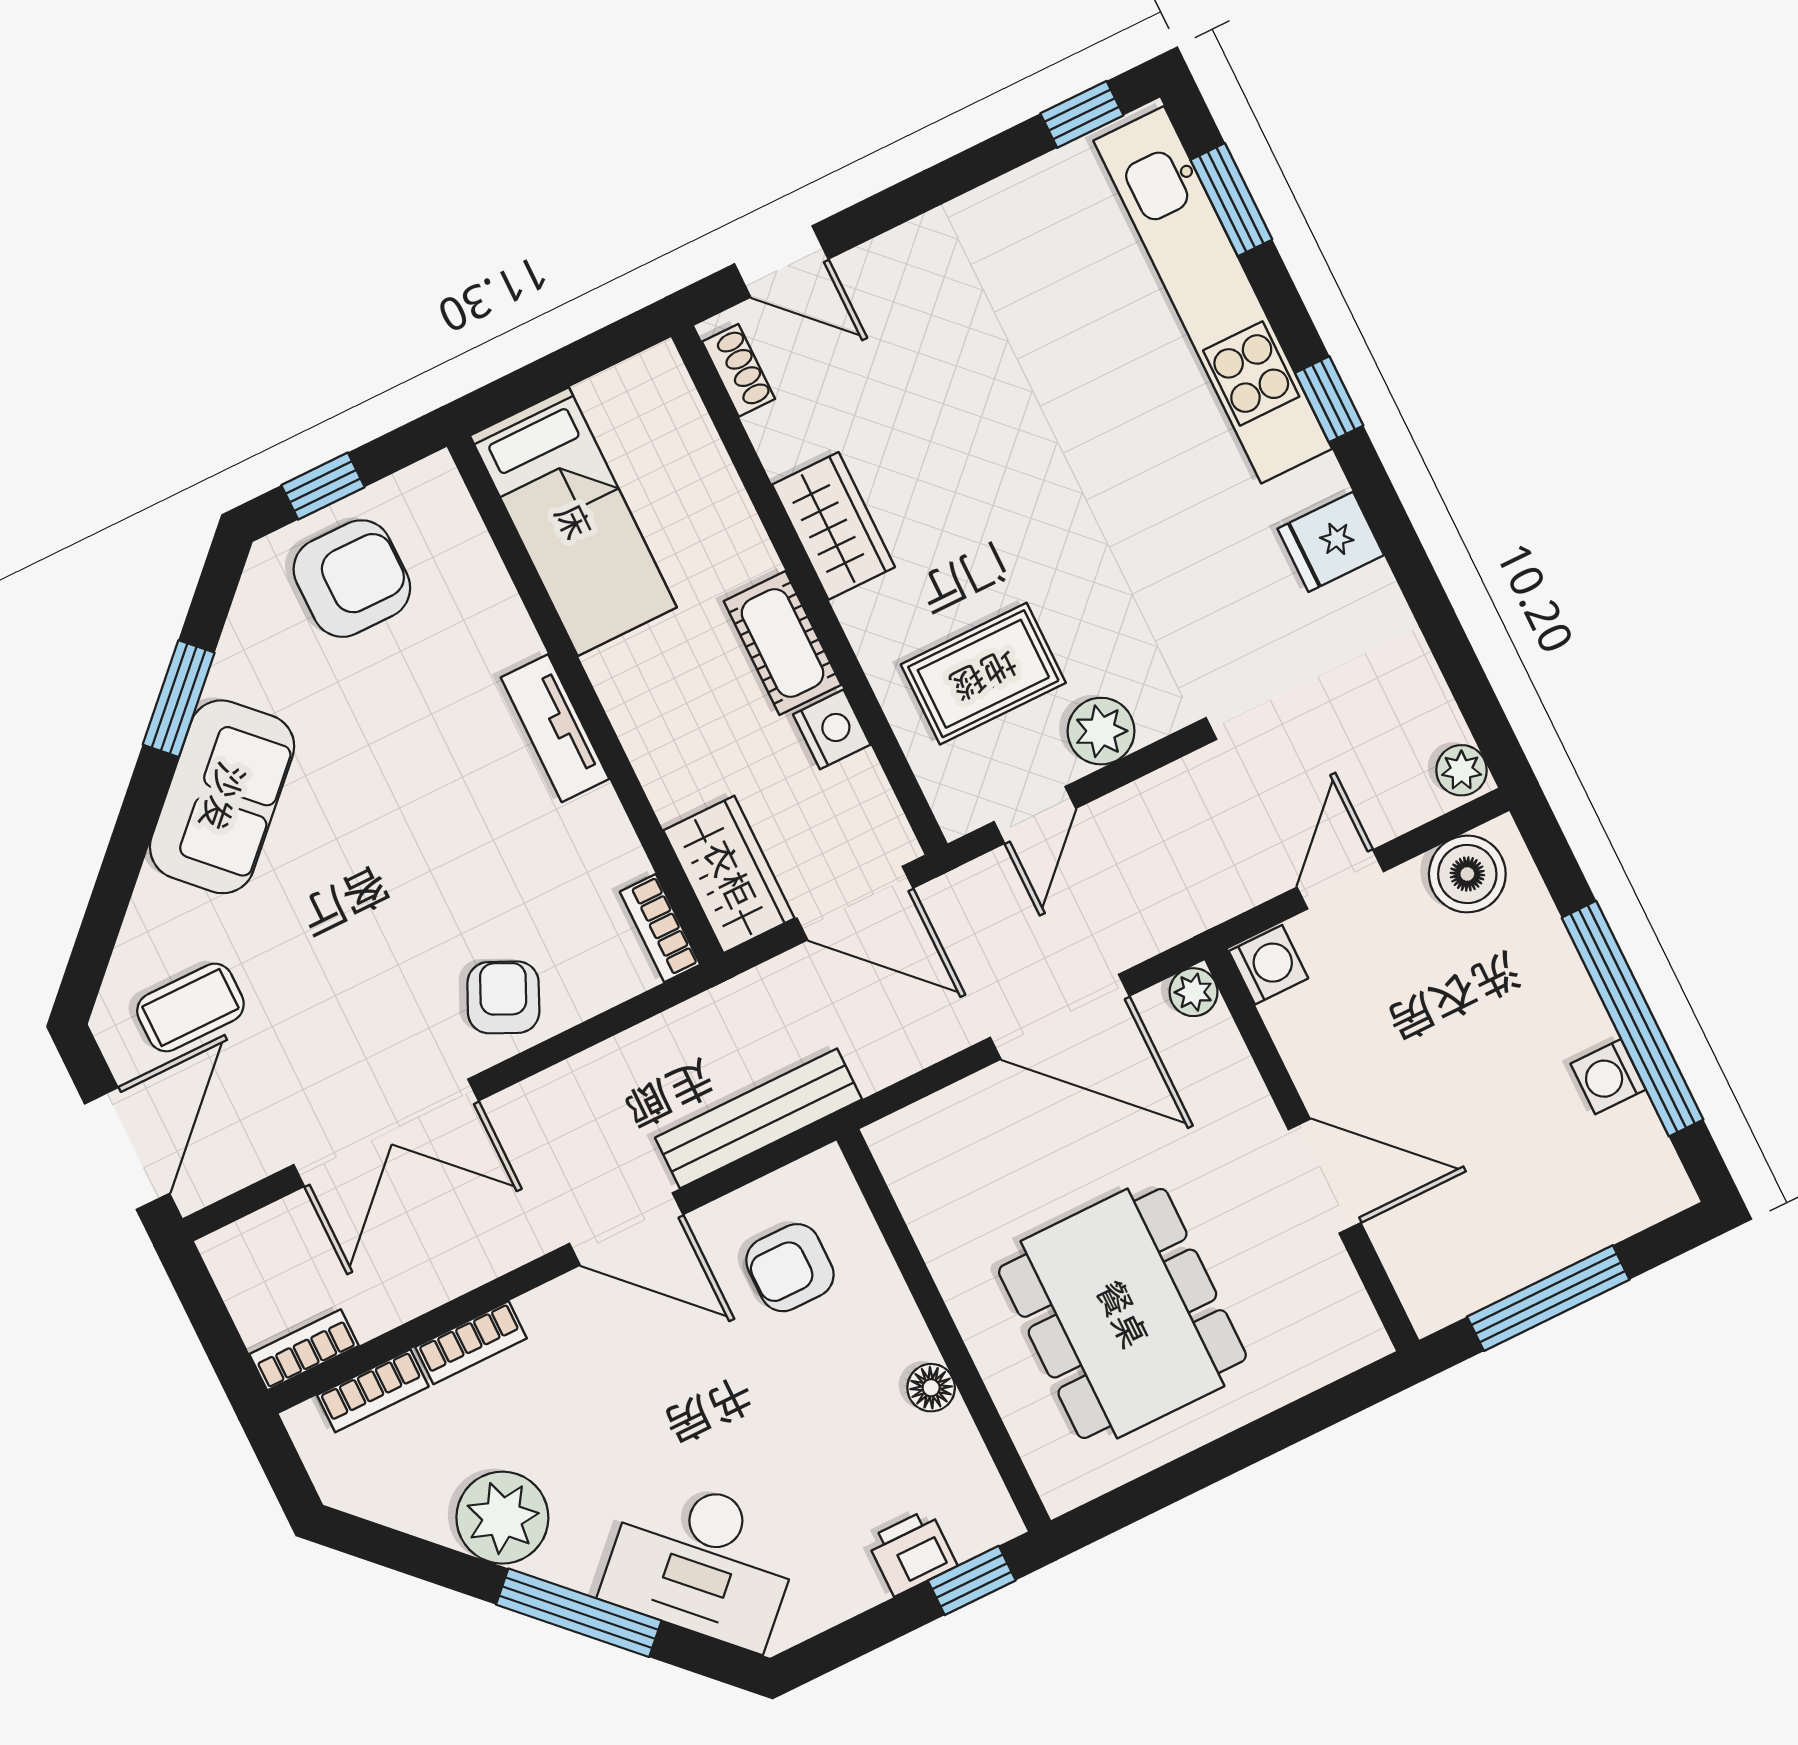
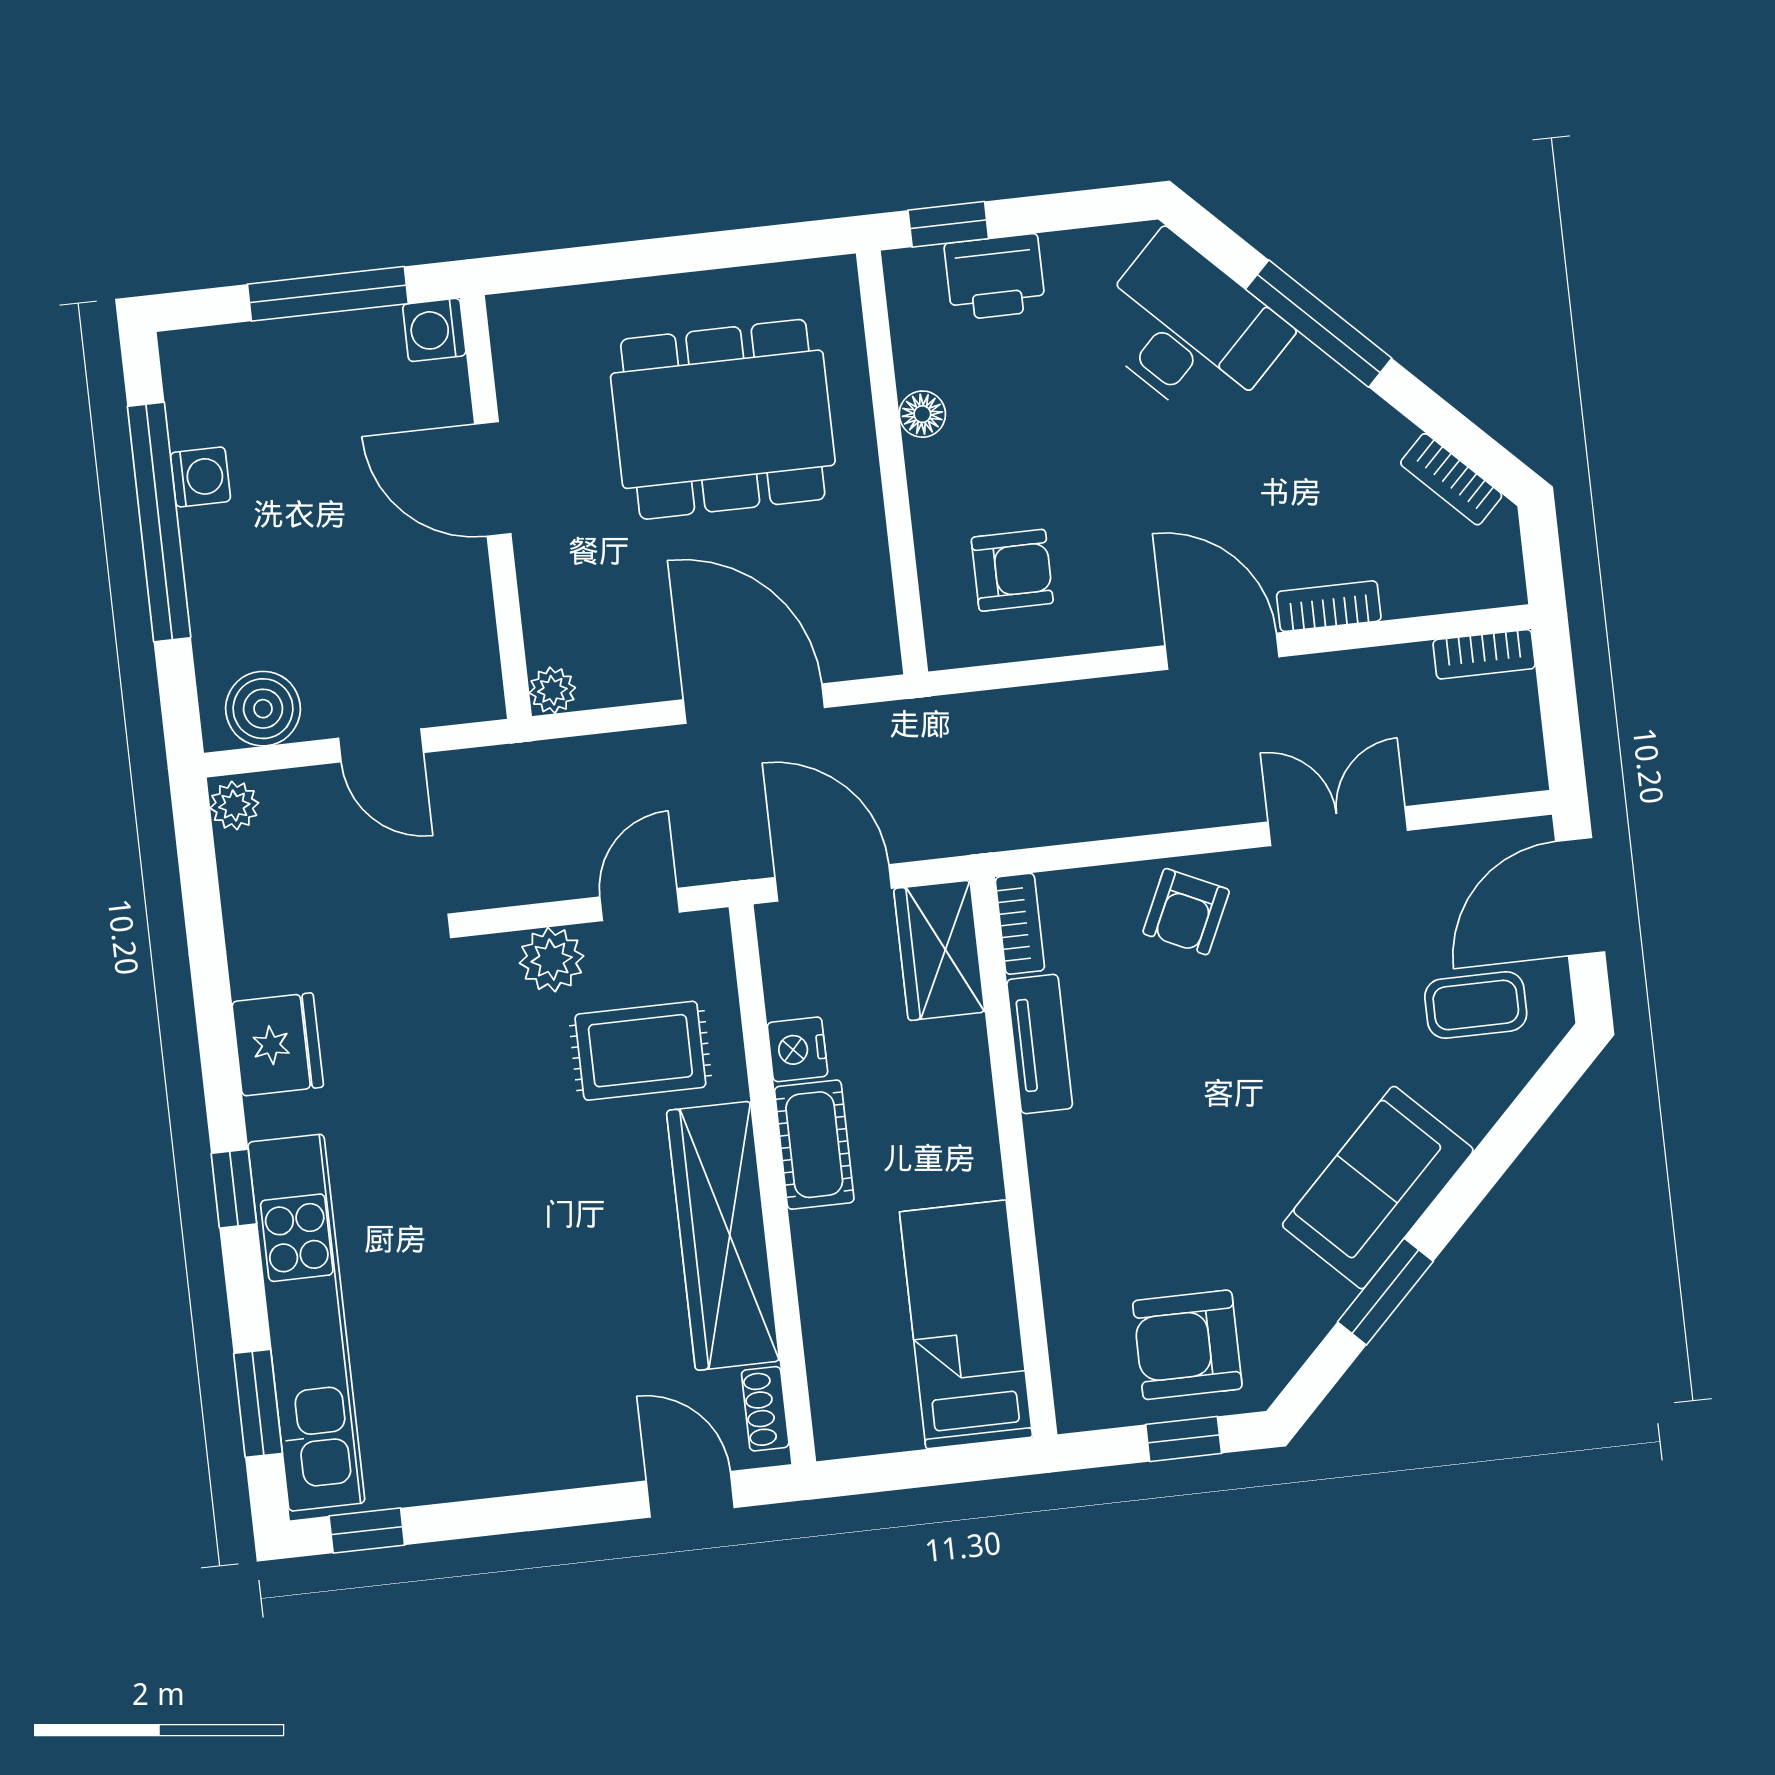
wardrobe: (833, 526) -> (723, 1236), width x2.10, depth x1.17
fridge: (1331, 542) -> (278, 1044), width x1.38
tv unit: (555, 728) -> (1040, 1044), moved
door: (1340, 879) -> (381, 745), hinge flipped
washing machine: (1268, 965) -> (434, 330), moved
door: (1060, 1017) -> (754, 704), moved
bench: (758, 1118) -> (992, 717), removed
double door: (386, 1133) -> (1338, 826), width x0.73
door: (626, 1229) -> (1222, 651), moved
dining table: (1122, 1314) -> (723, 419), turned 90
bookcase: (373, 1391) -> (1451, 479), moved, turned -135
plant: (502, 1518) -> (1357, 436), removed
printer: (912, 1552) -> (995, 277), width x1.36, depth x1.24

